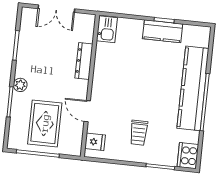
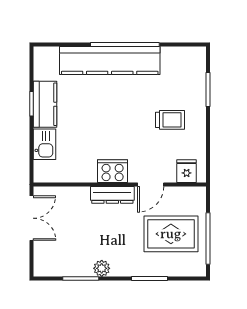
double door: (56, 9) -> (32, 218), moved
kitchen sink: (107, 29) -> (45, 144), moved, turned 90
dresser: (84, 61) -> (112, 195), moved
plant: (20, 85) -> (102, 268), moved
cooker: (188, 156) -> (113, 171), moved, turned 180

